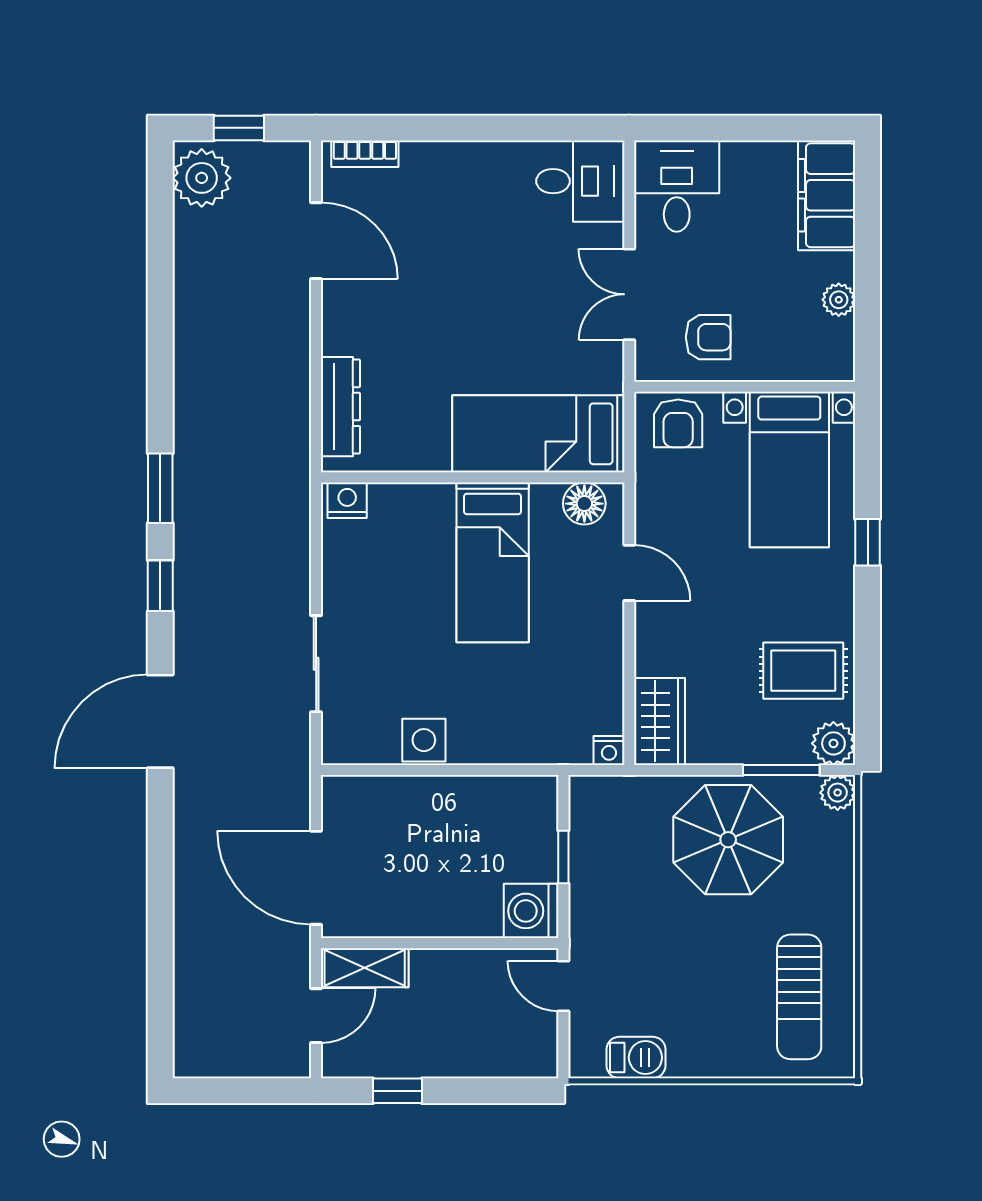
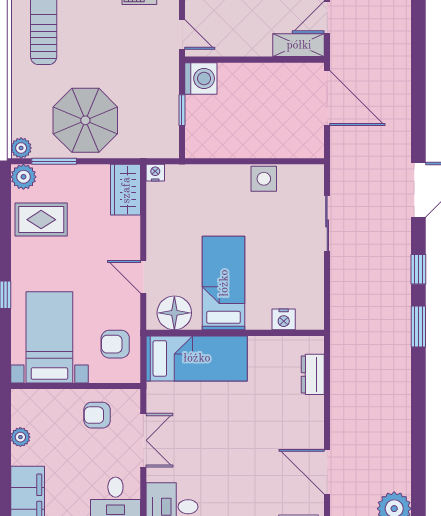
dresser: (340, 407) -> (313, 374), width x0.70
armchair: (678, 423) -> (115, 344), moved, turned -90
nightstand: (347, 500) -> (284, 319), moved
floor lamp: (584, 504) -> (174, 313), width x1.38, depth x1.38

